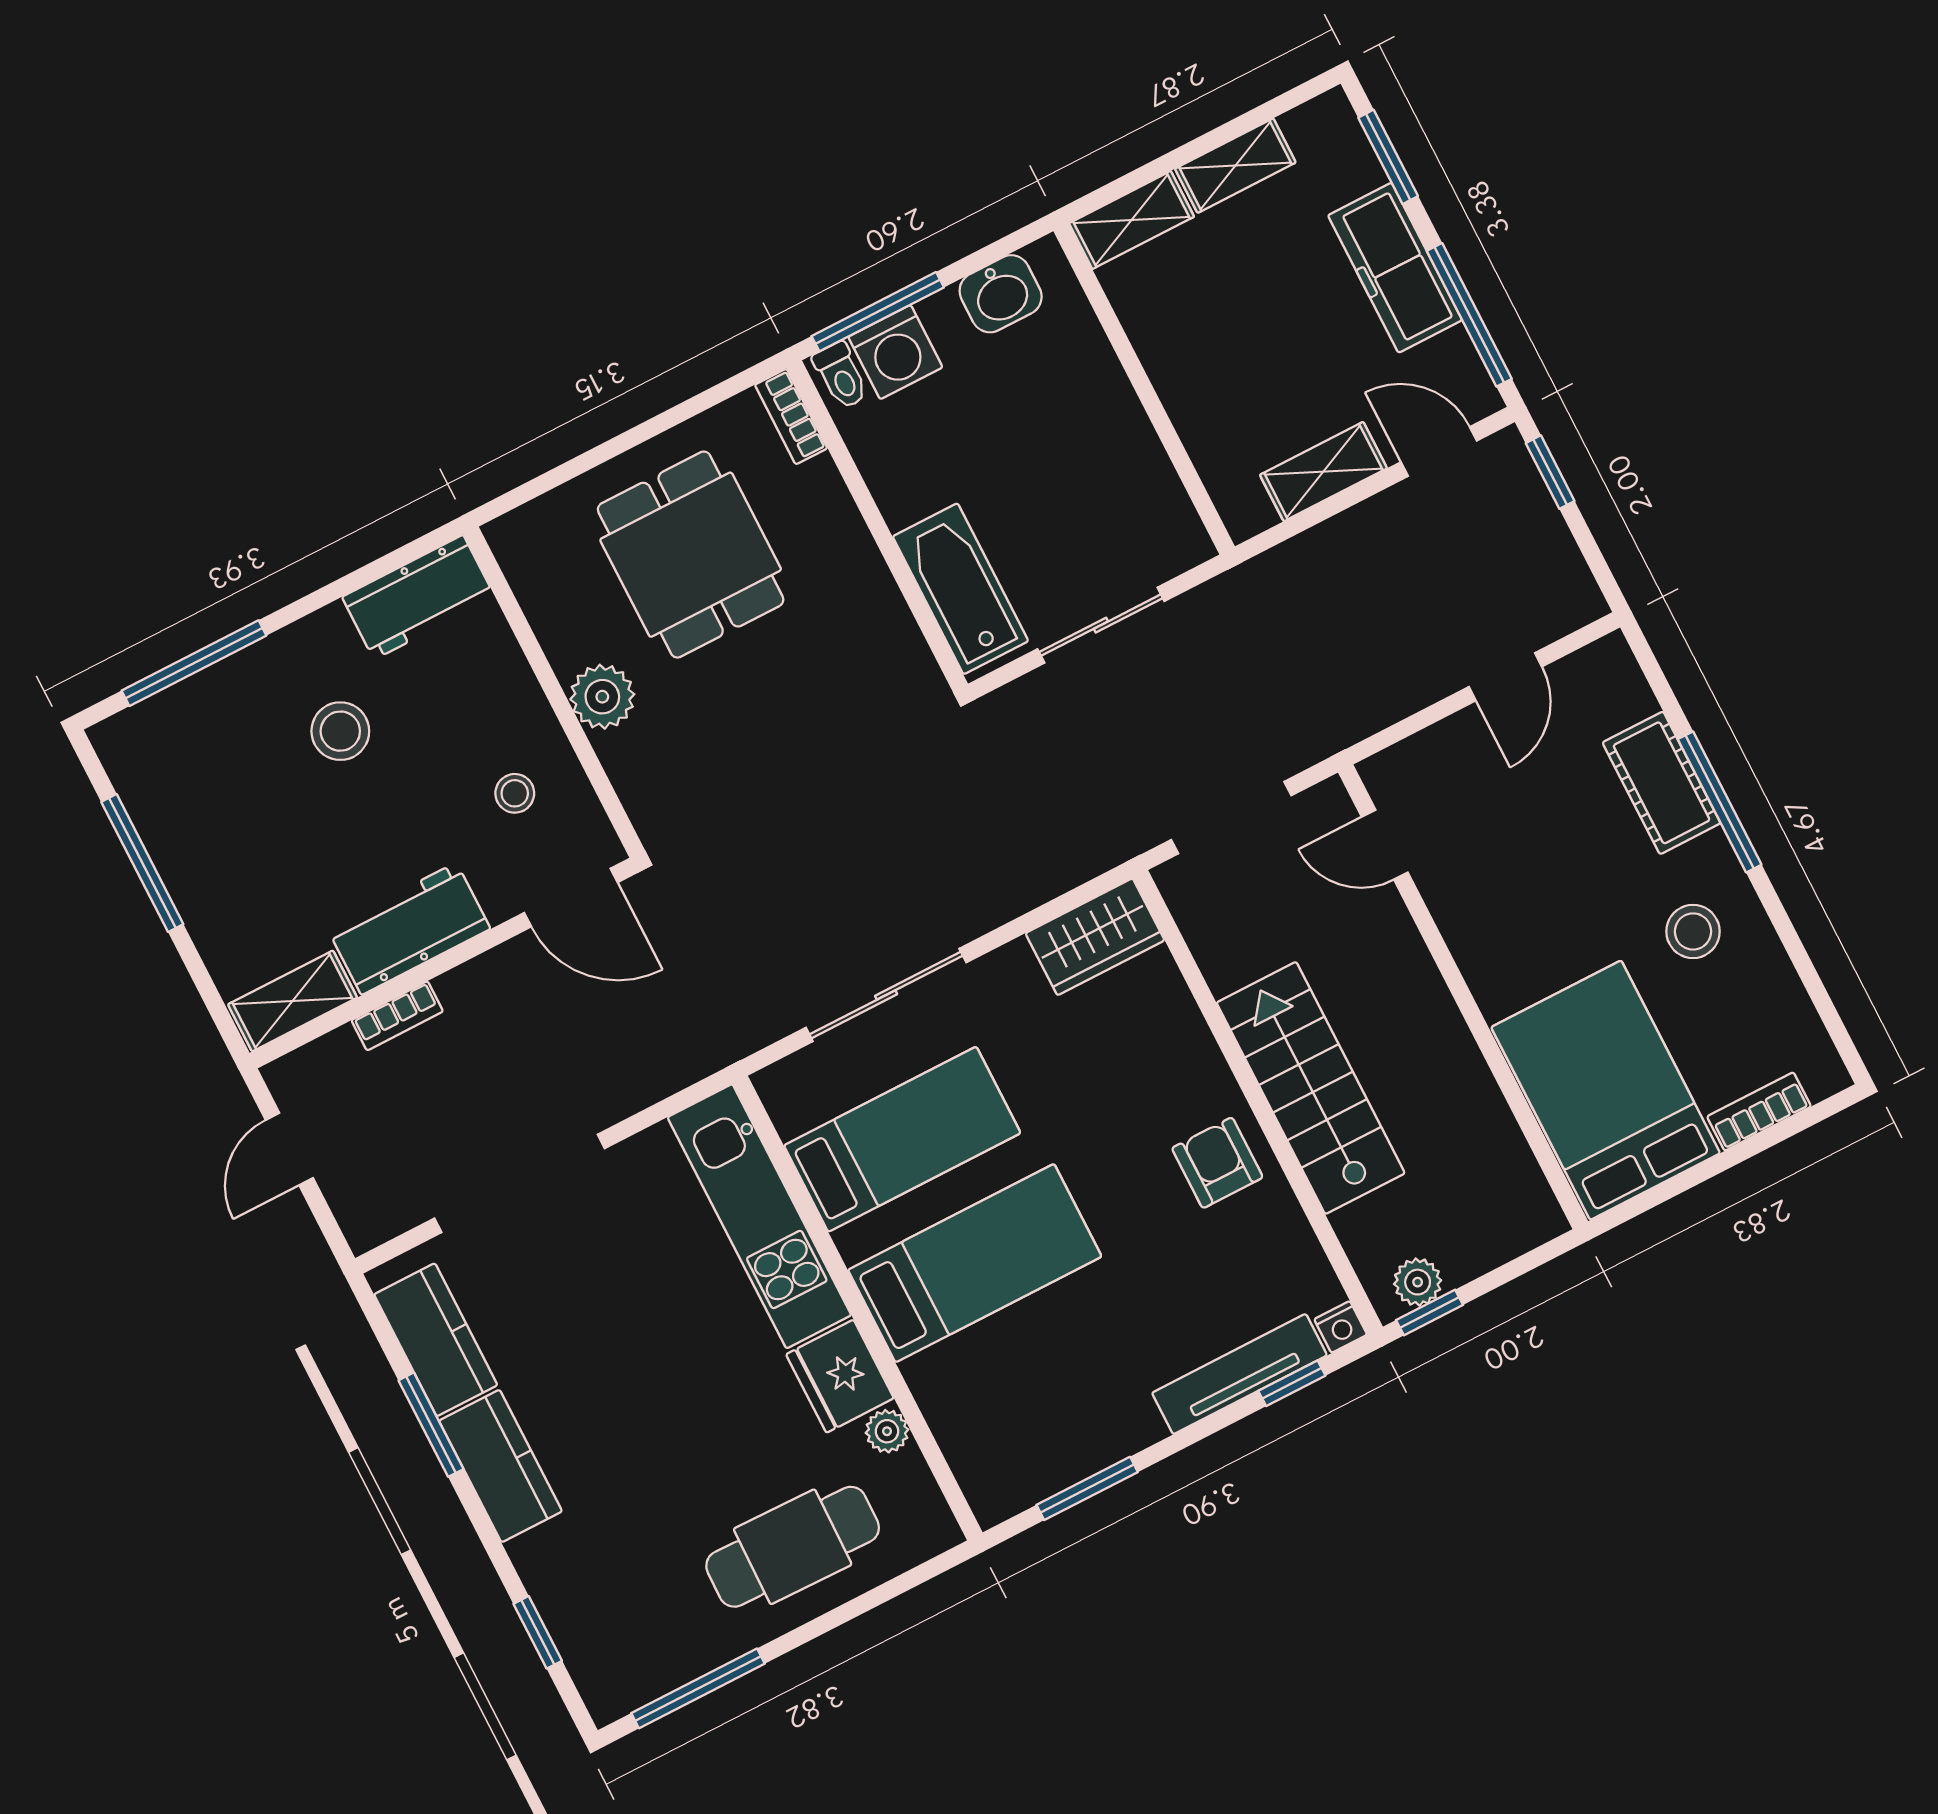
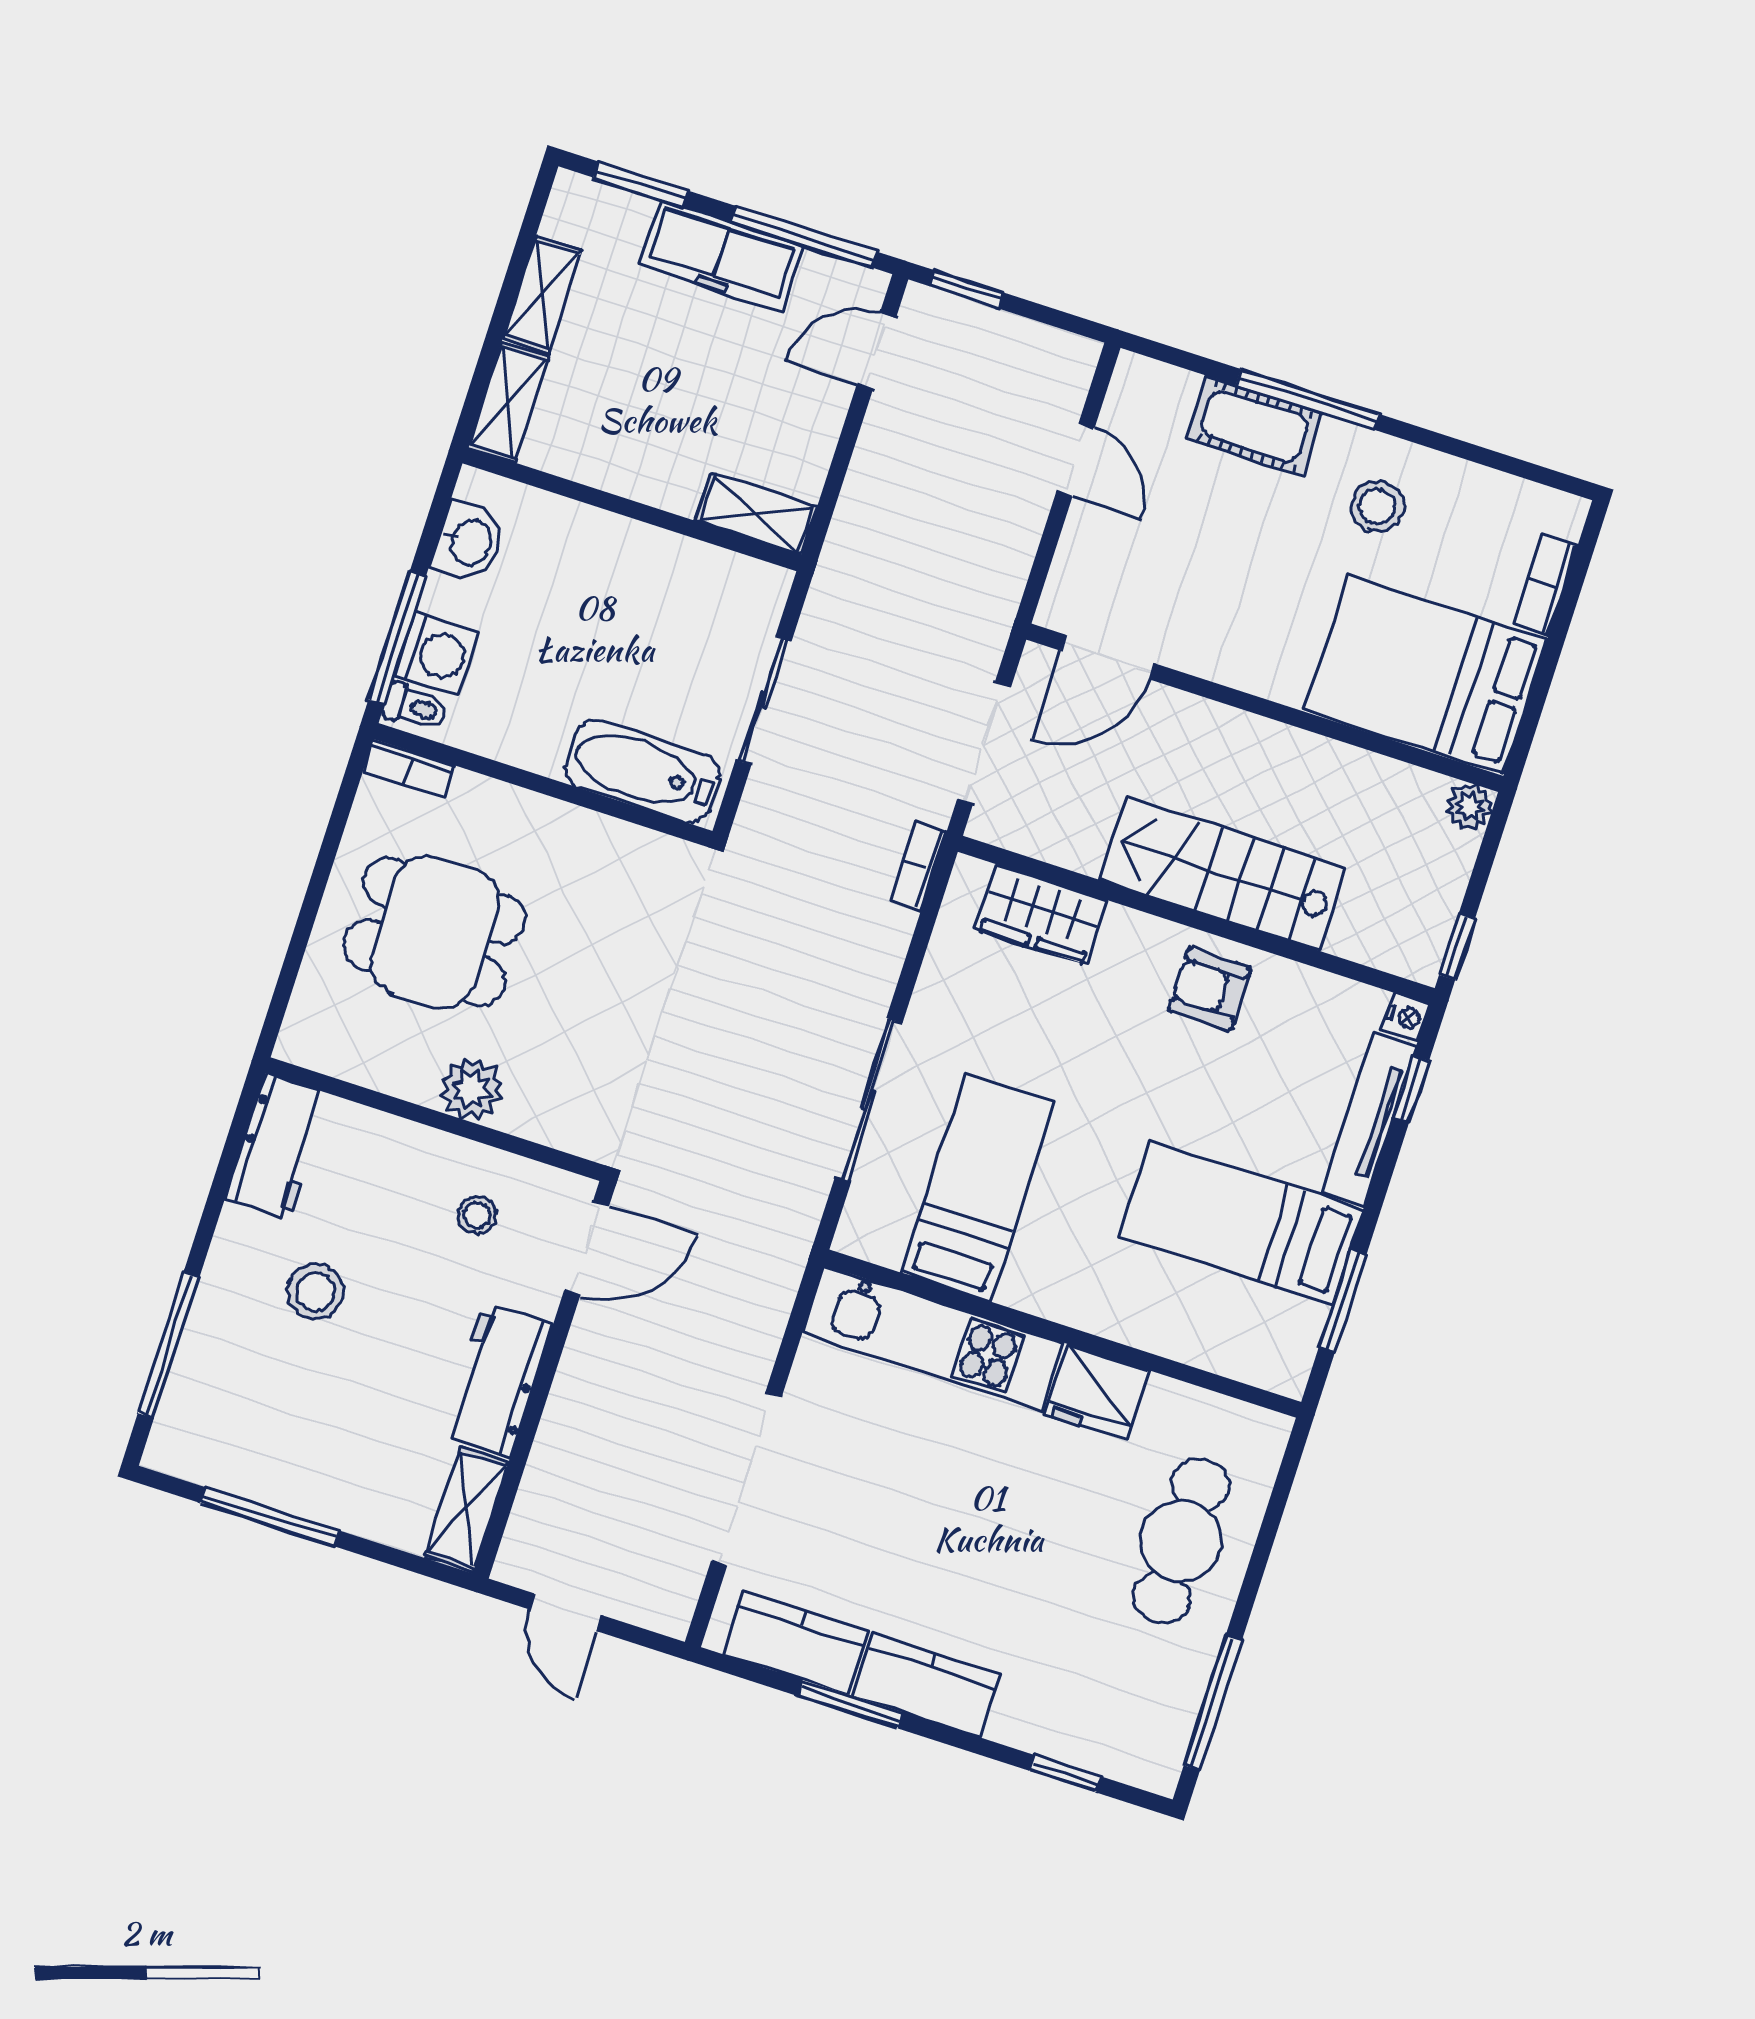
shelving: (1323, 472) -> (756, 514), moved, turned 90
door: (1385, 845) -> (1107, 657), width x1.38
wardrobe: (1095, 937) -> (1041, 914), moved, turned 90
bookcase: (397, 1016) -> (918, 865), moved, turned 180
bed: (975, 1263) -> (1241, 1223), moved, turned -90
plant: (1418, 1282) -> (1469, 807), moved
plant: (887, 1431) -> (1167, 1398), removed

